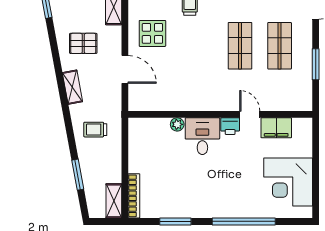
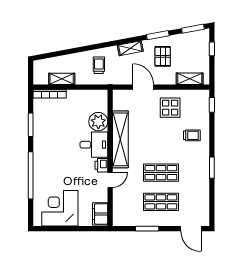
door: (125, 69) -> (143, 87), swing flipped
shelving: (195, 100) -> (120, 139), added
plant: (177, 124) -> (98, 122), width x1.88, depth x1.88
filing cabinet: (276, 128) -> (100, 214), moved
window: (78, 175) -> (158, 35), moved
shelving: (114, 201) -> (62, 79), moved

